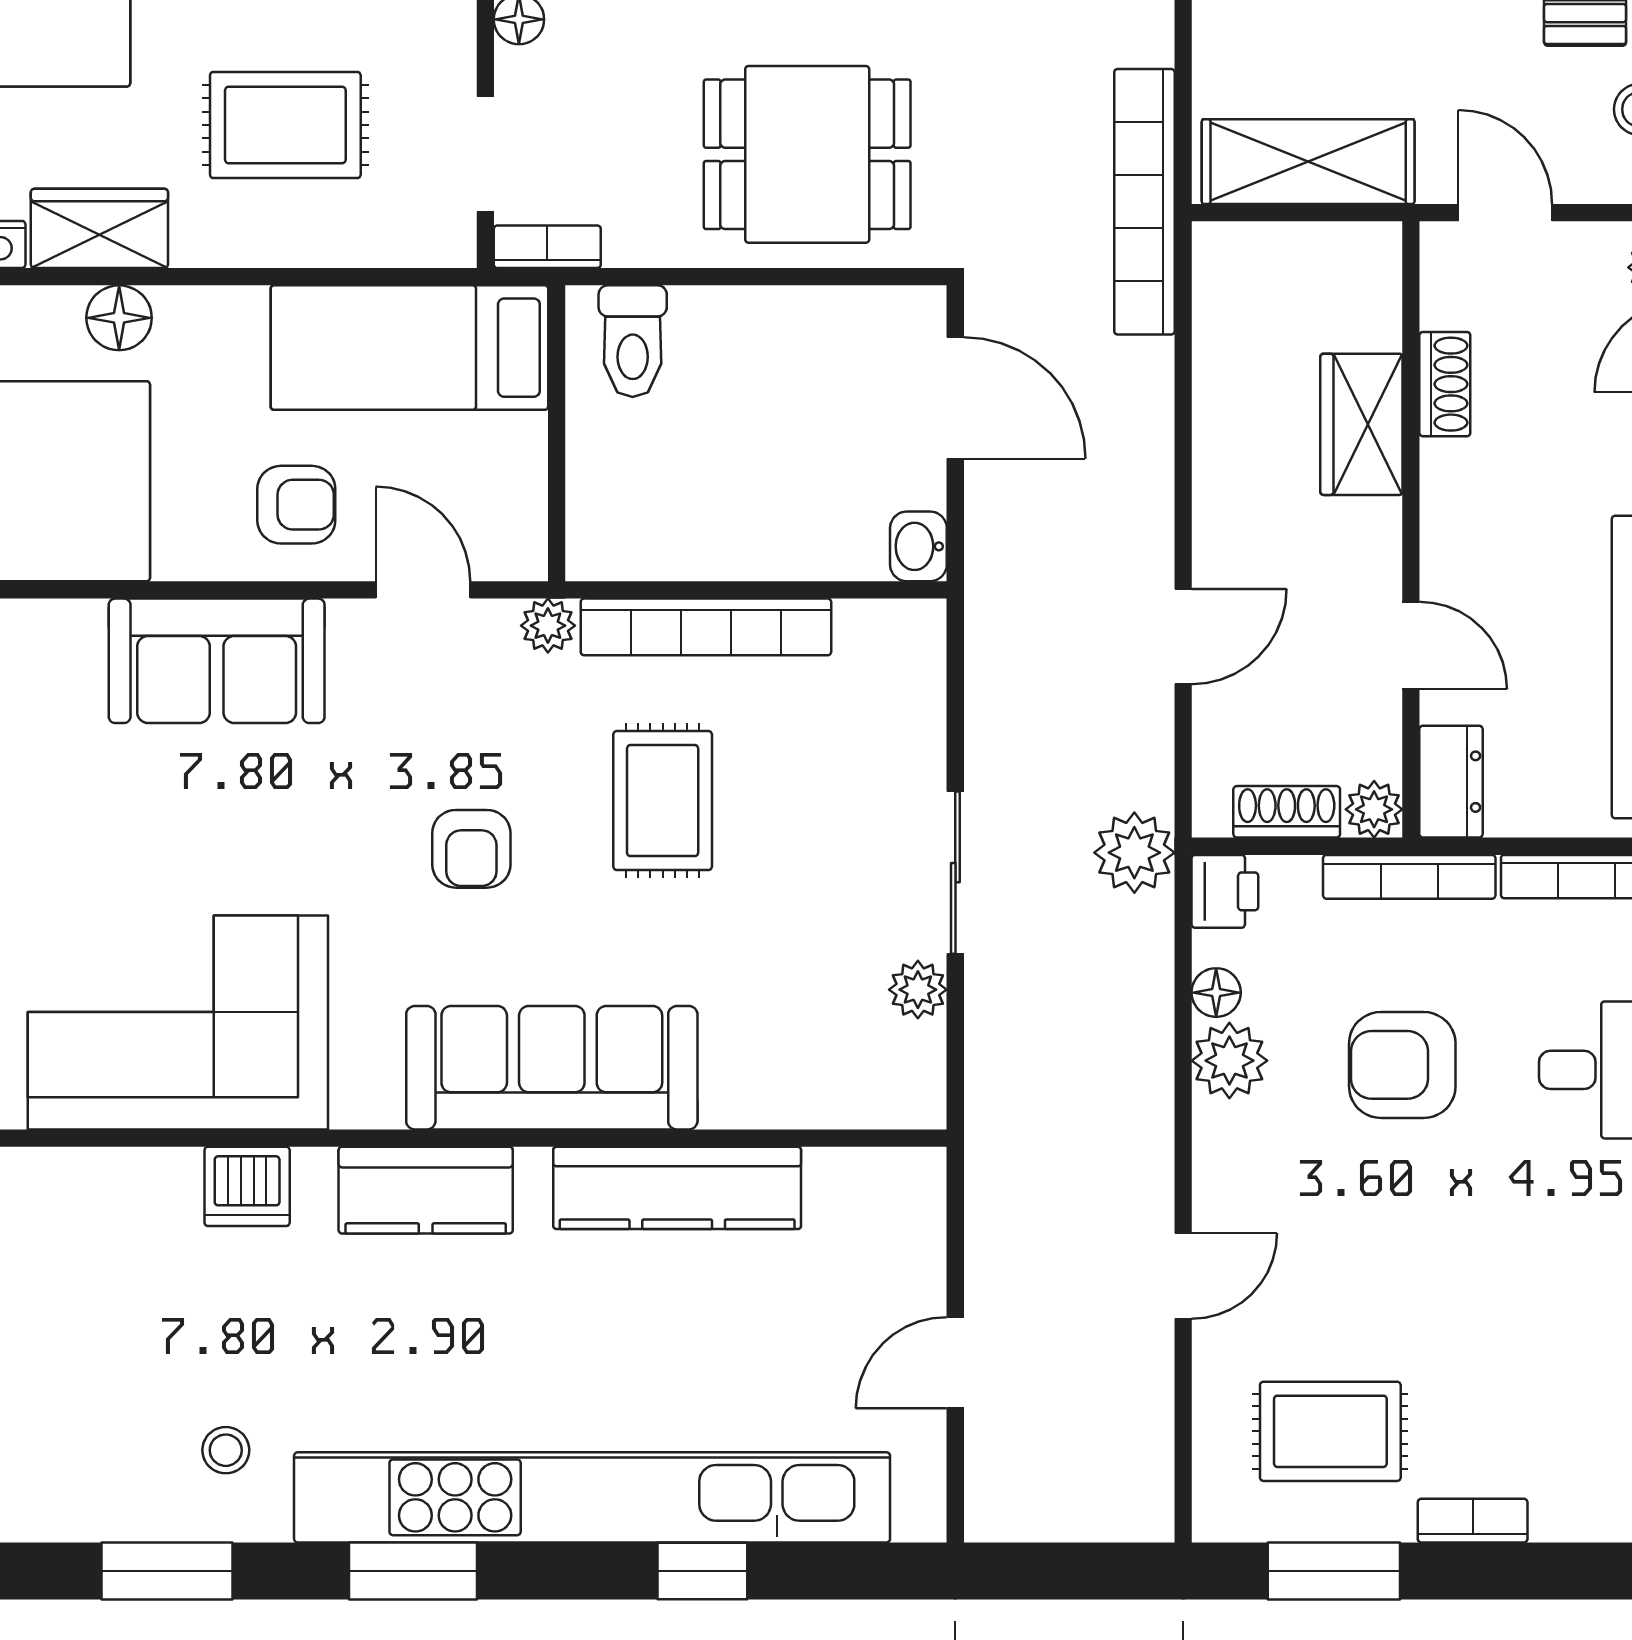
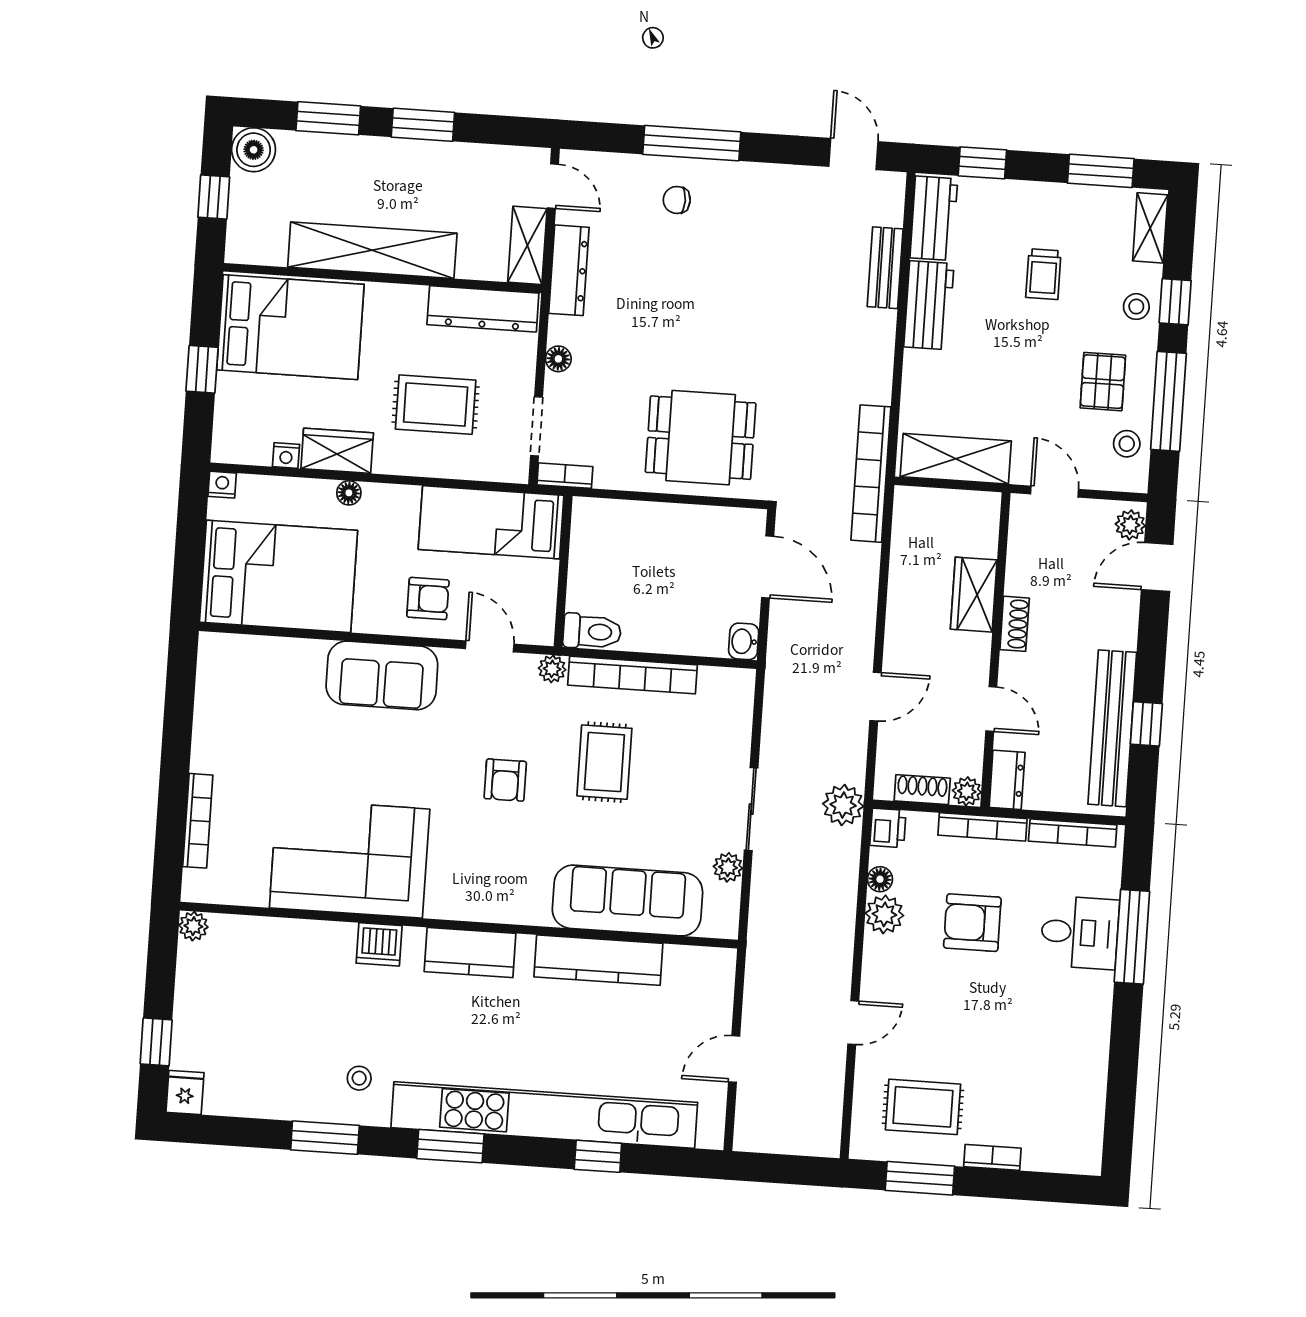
floor lamp: (119, 318) -> (349, 493), width x0.73, depth x0.73
toilet: (633, 341) -> (592, 632), moved, turned -90
shoe rack: (1445, 384) -> (1015, 624), moved
sofa: (552, 1068) -> (627, 901), moved

